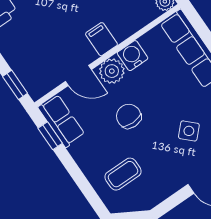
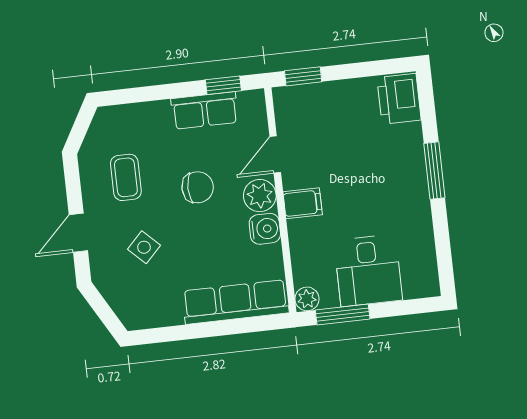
row of seats: (61, 121) -> (205, 110), moved
coffee table: (123, 174) -> (126, 177), moved

